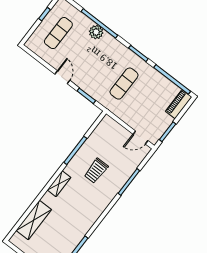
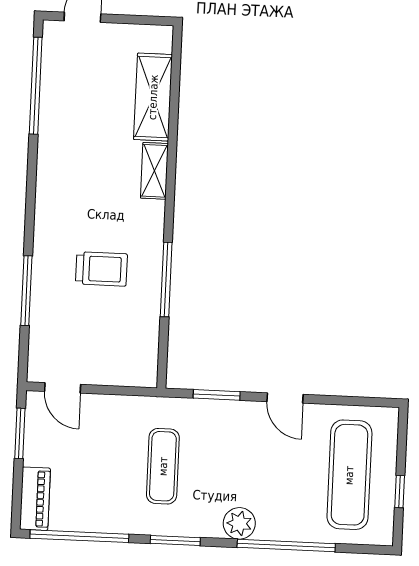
plant: (96, 32) -> (239, 523), moved
exercise mat: (58, 33) -> (349, 475), width x1.36, depth x1.45
door: (140, 137) -> (63, 388), swing flipped
trolley: (96, 171) -> (101, 269), turned 90
shelving: (59, 184) -> (154, 171), moved

